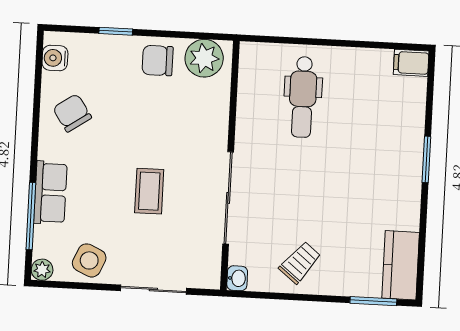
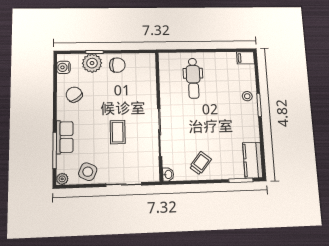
plant: (204, 58) -> (92, 63), moved
chair: (158, 61) -> (117, 65), turned 180
stool: (405, 140) -> (247, 96), added

